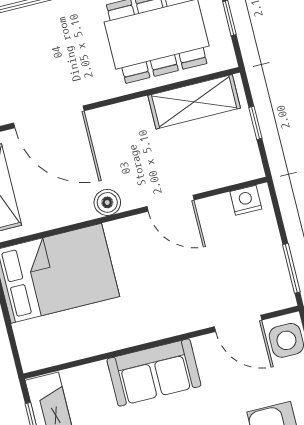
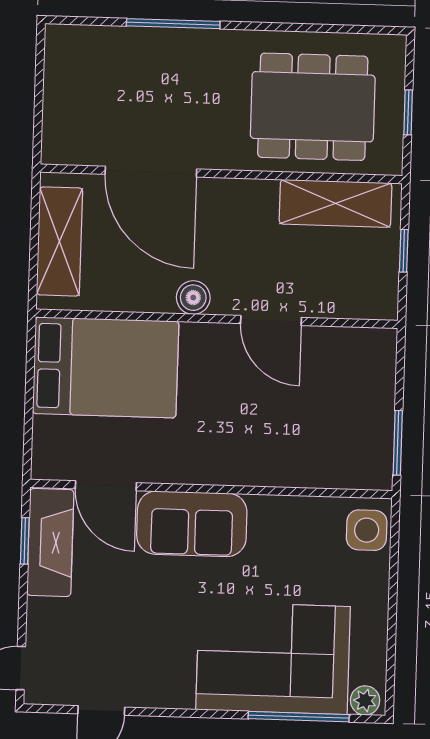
nightstand: (246, 200) -> (365, 343), removed
door: (238, 323) -> (106, 486), moved

